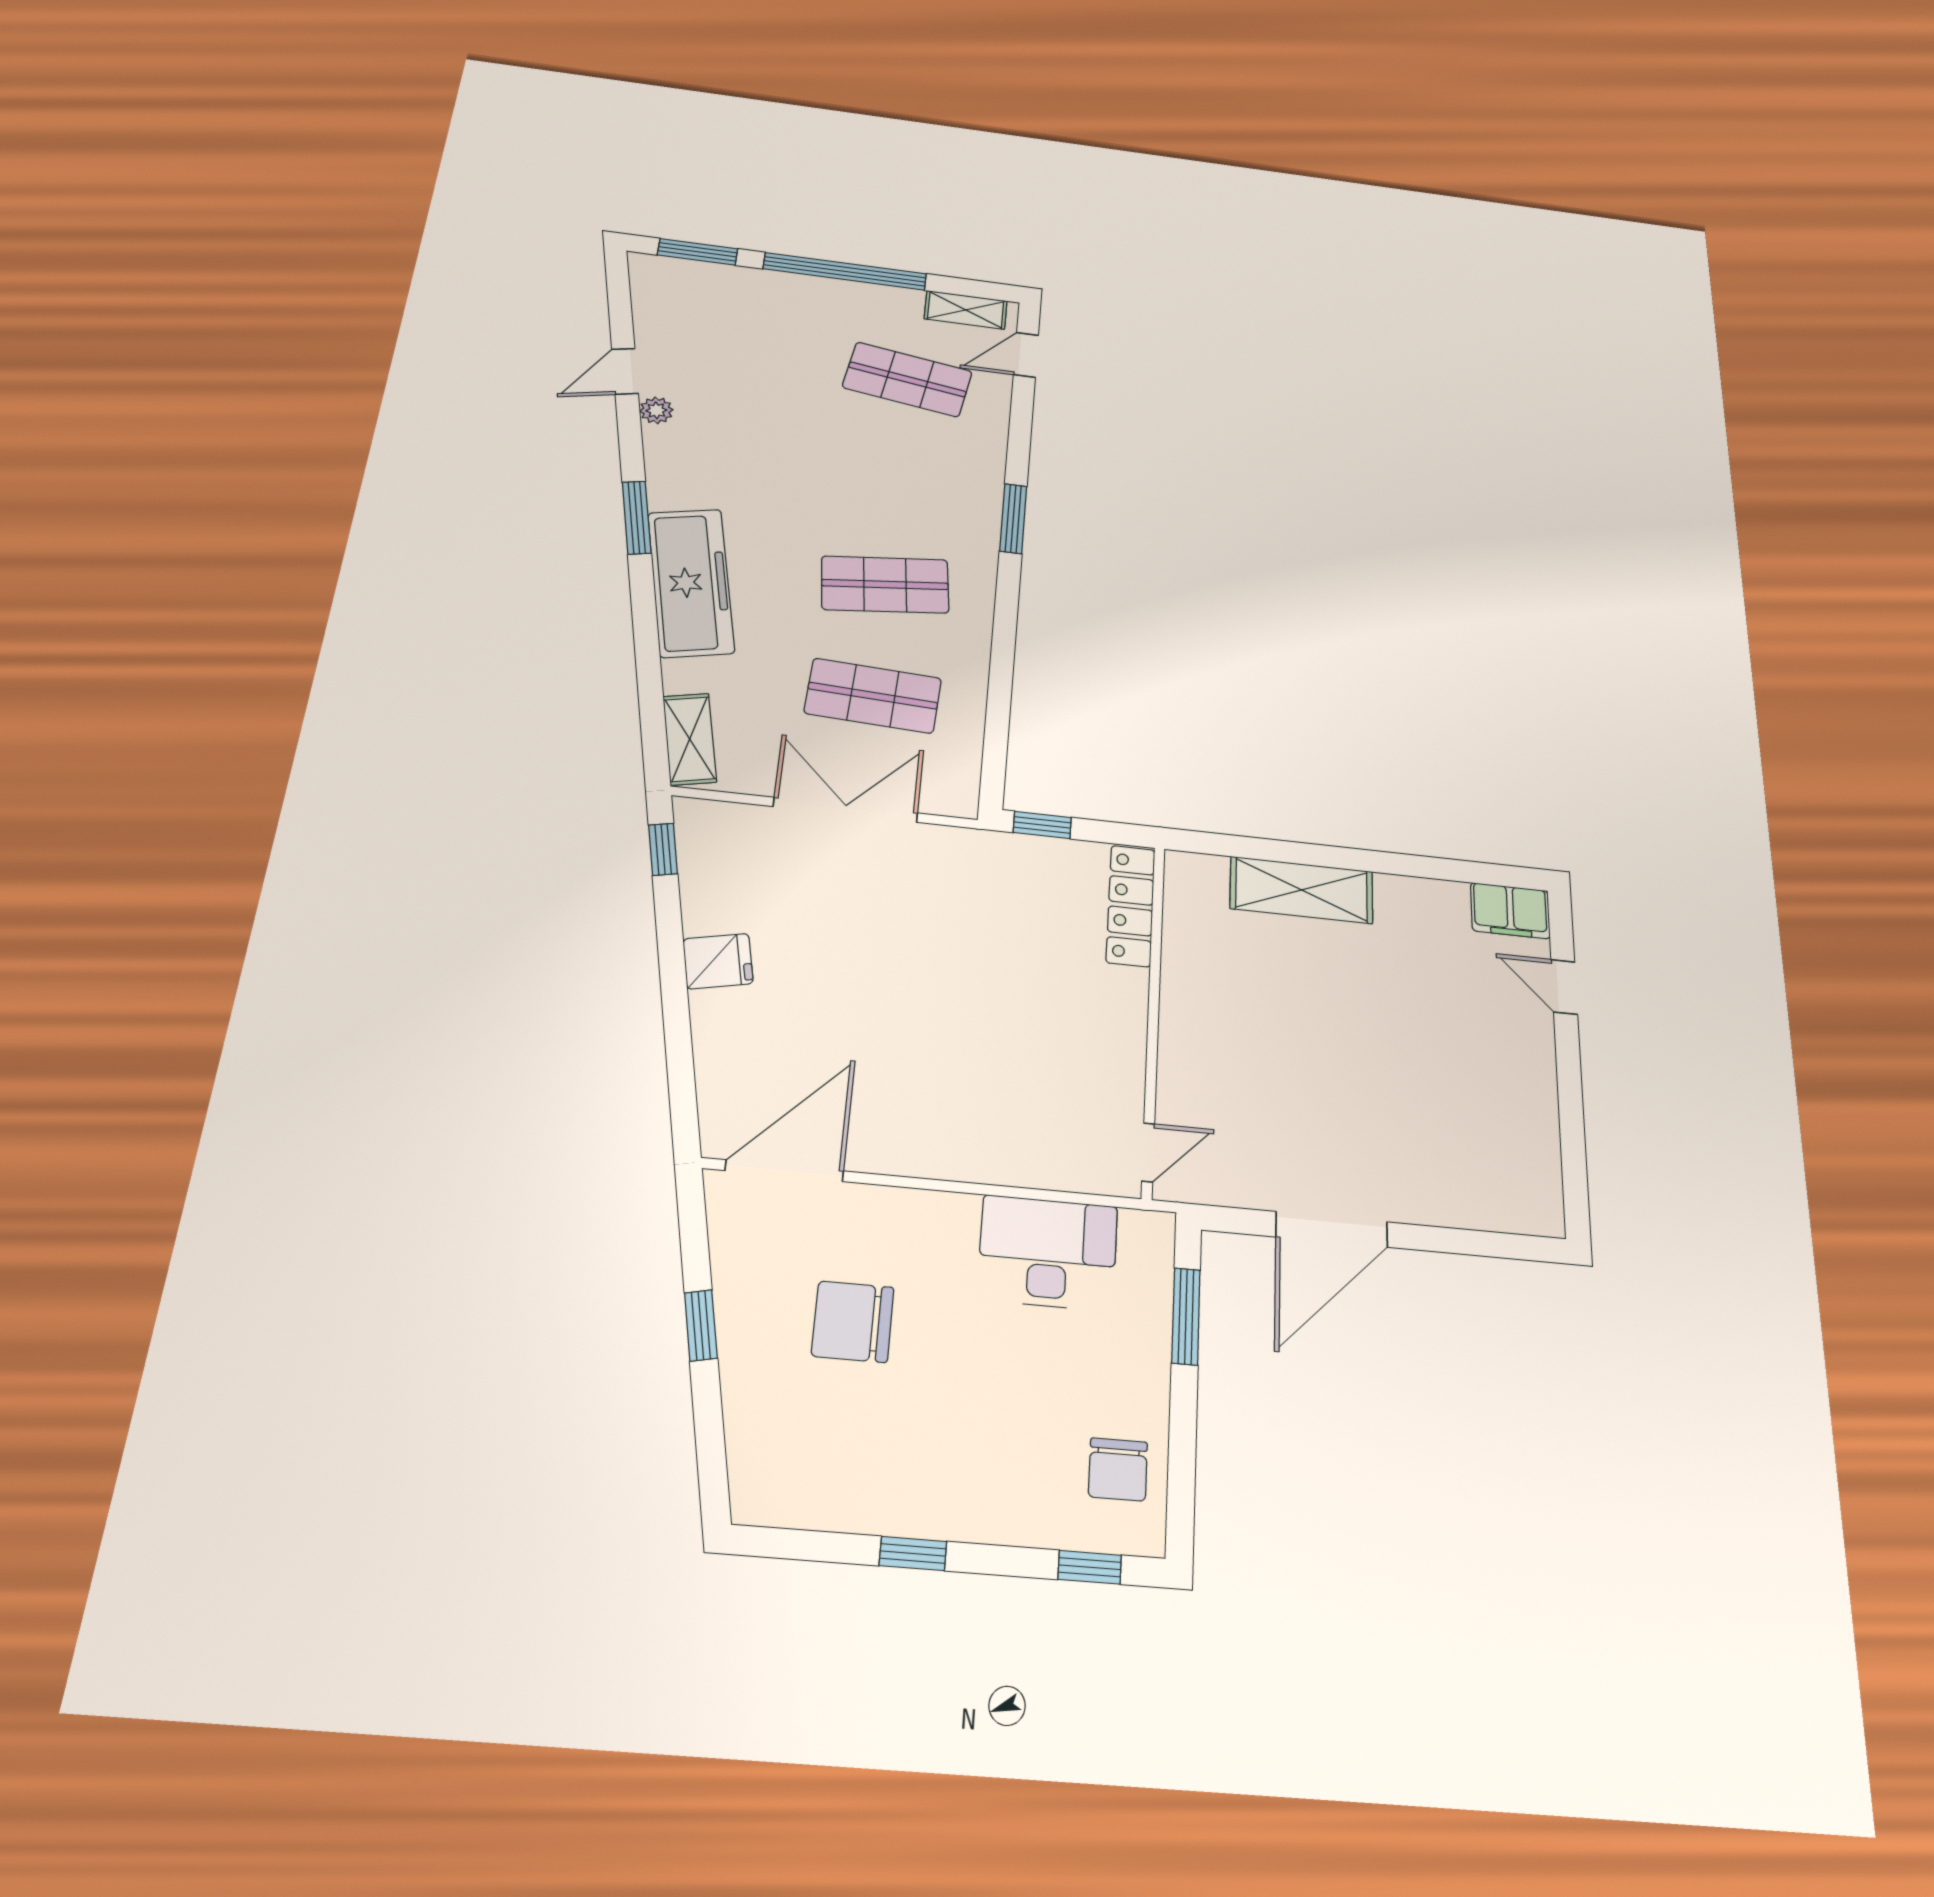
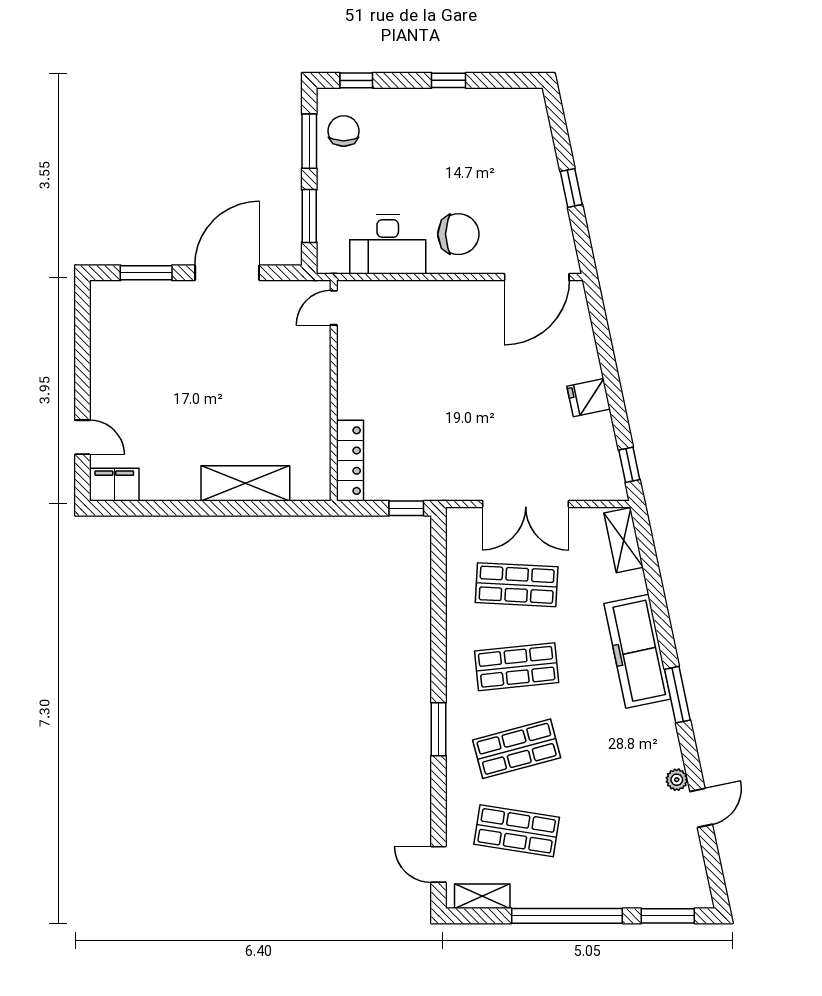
door: (1026, 355) -> (438, 864), swing flipped
shop shelf: (897, 479) -> (517, 749), added
window: (1471, 1242) -> (146, 273), added
chair: (853, 1322) -> (458, 234), moved
window: (1182, 1455) -> (309, 141), added

